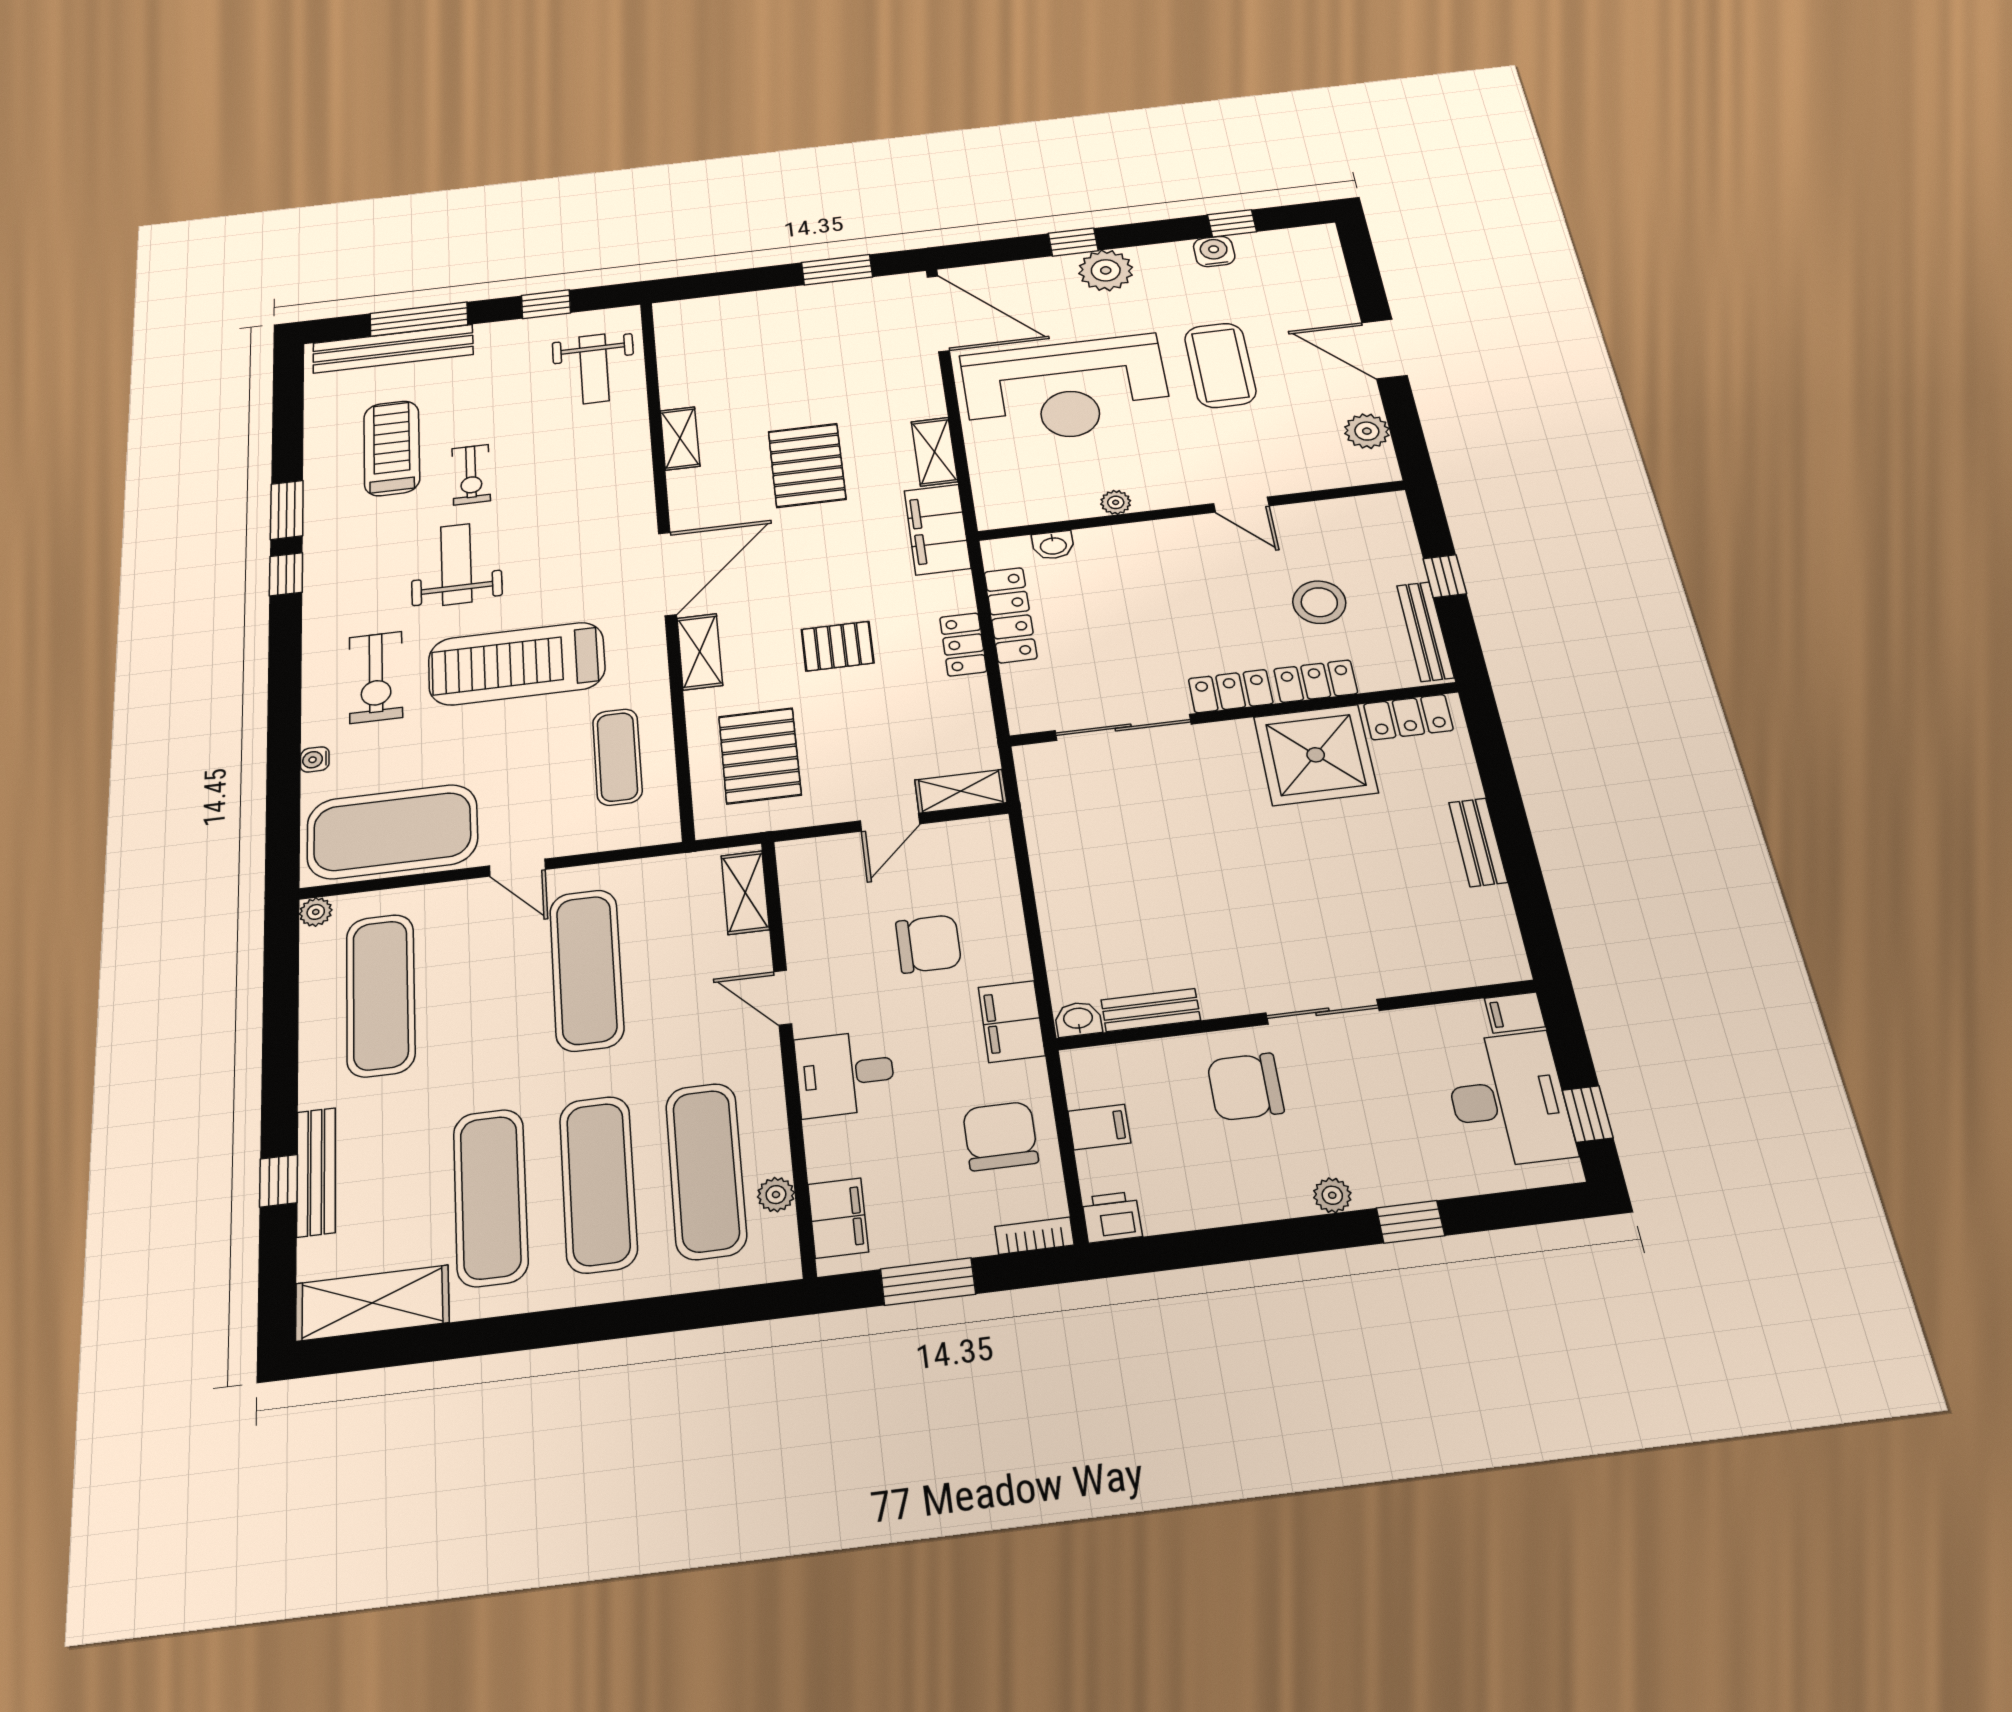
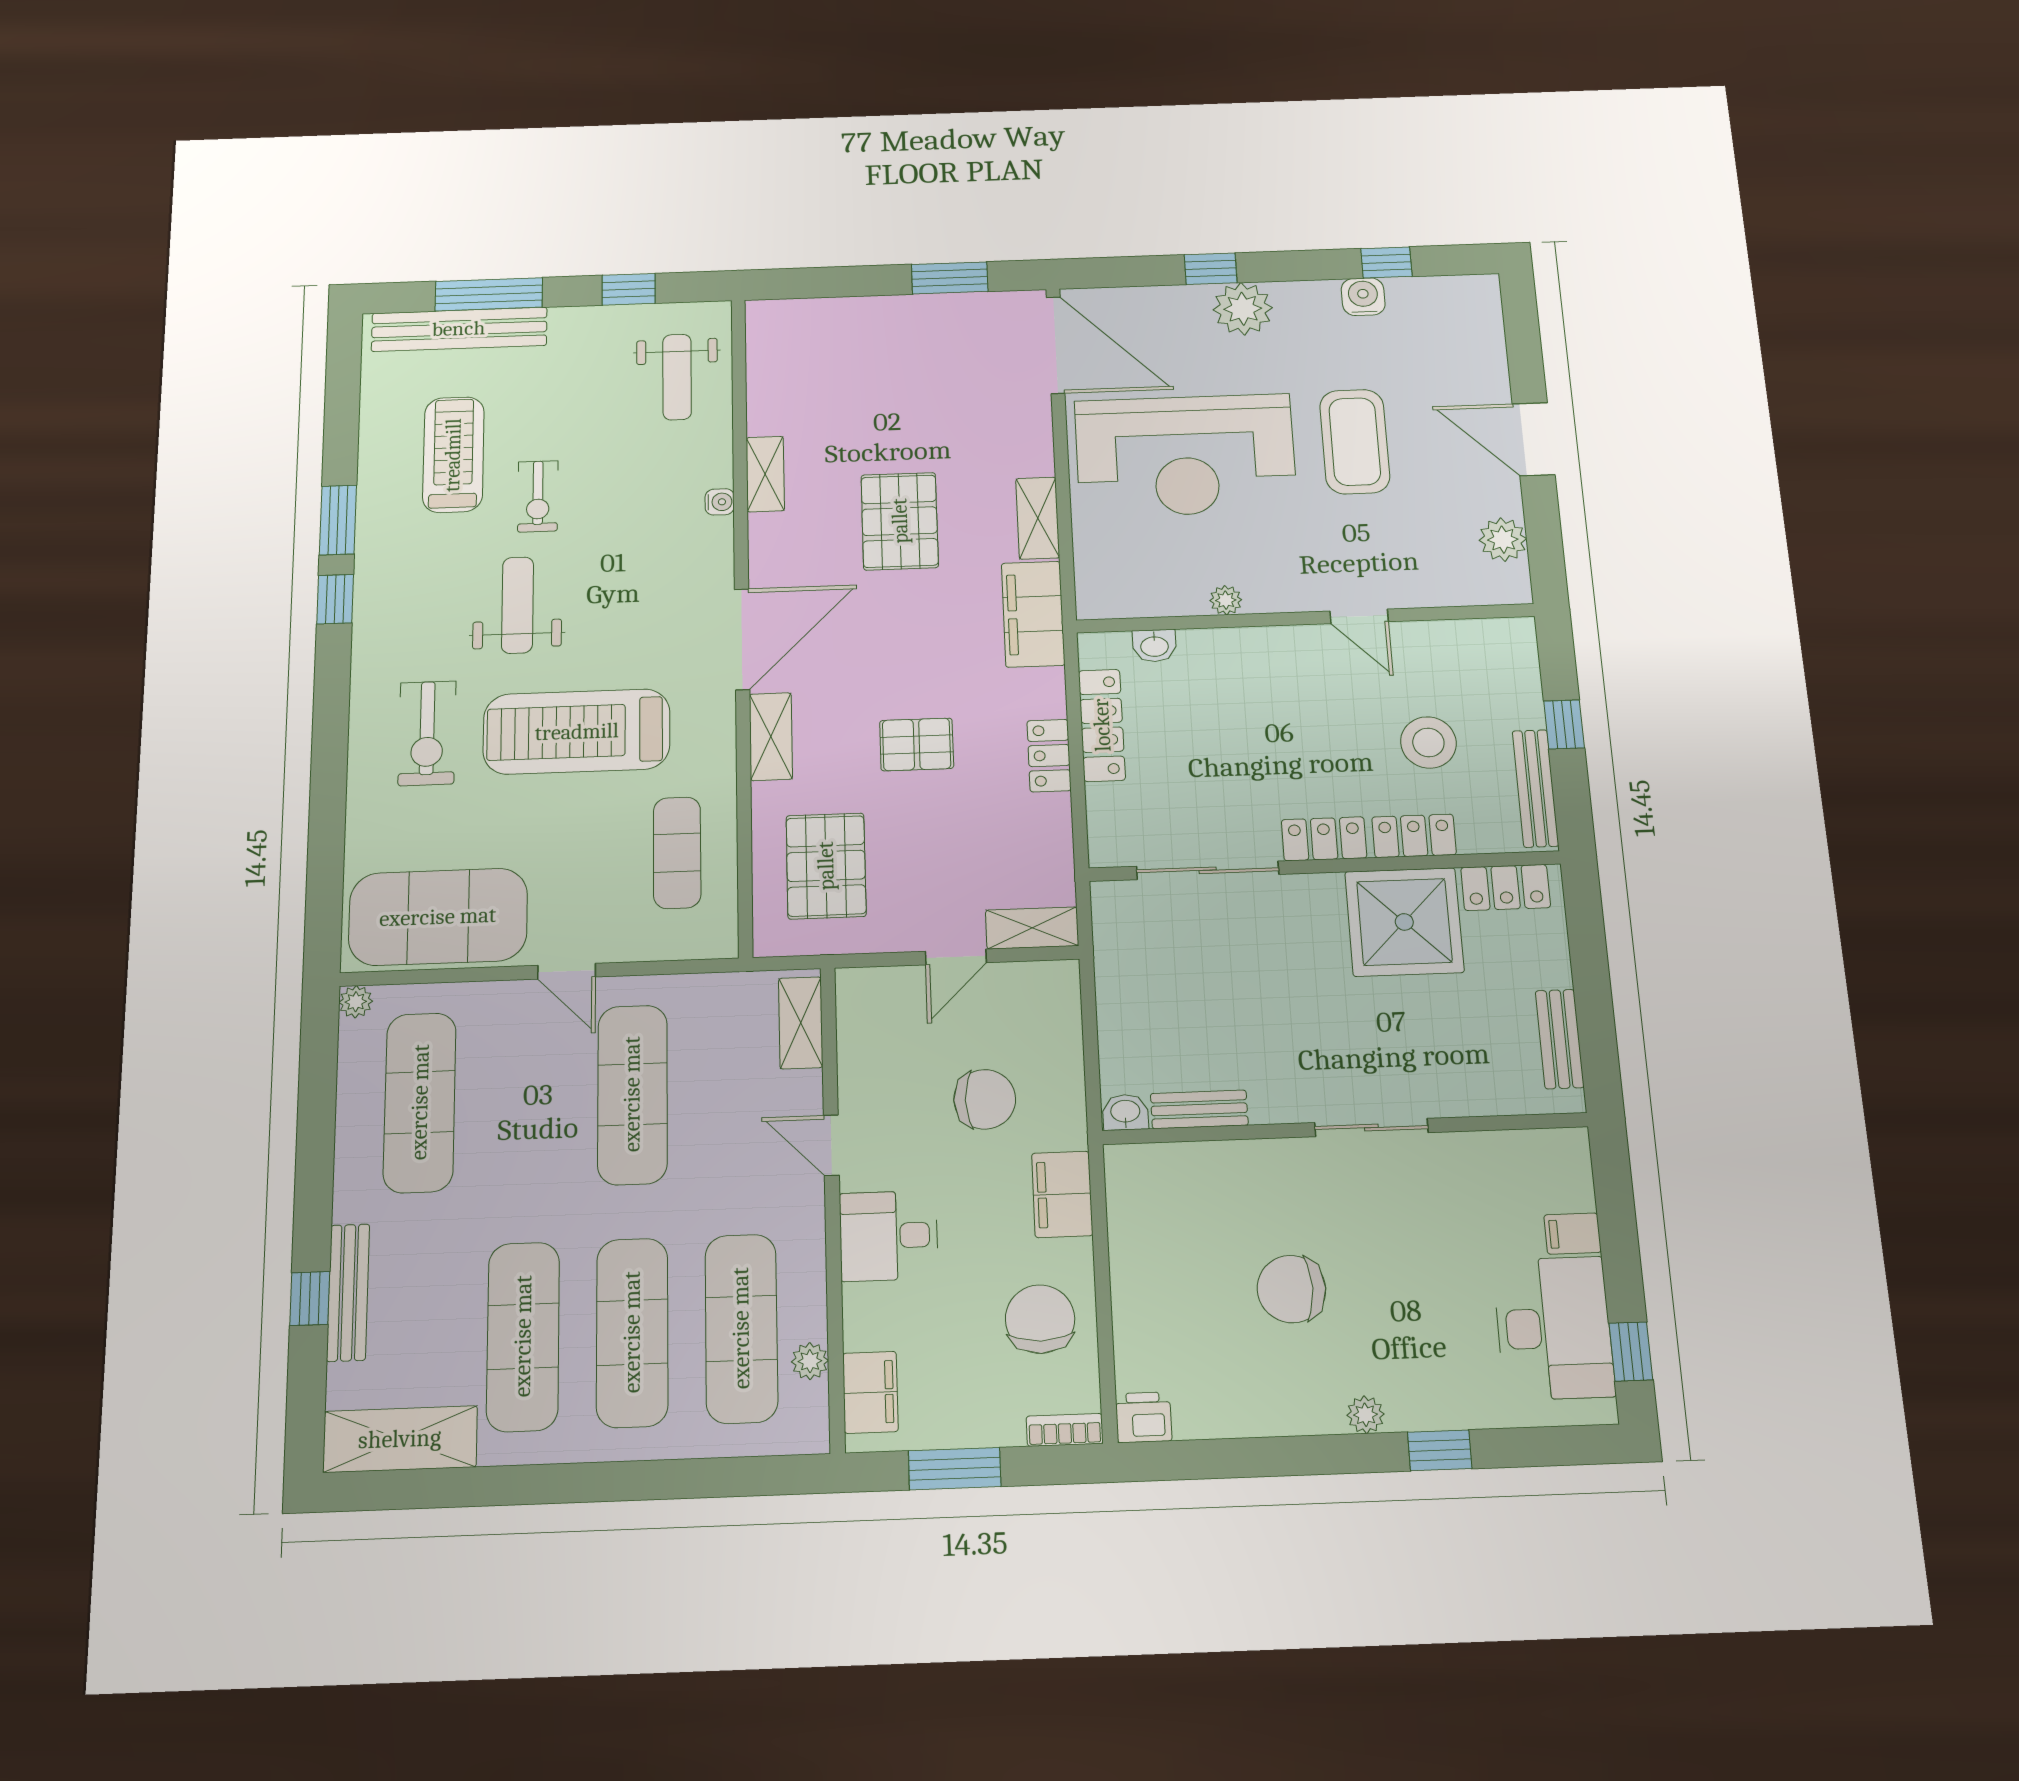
water cooler: (315, 759) -> (720, 502), moved, turned 180
bench: (1151, 1010) -> (1199, 1109), moved
sliding door: (1322, 1012) -> (1371, 1128), moved
wall: (1297, 1015) -> (1345, 1129), moved
washbasin: (1078, 1019) -> (1125, 1112), moved
filing cabinet: (1099, 1127) -> (1140, 1319), removed

